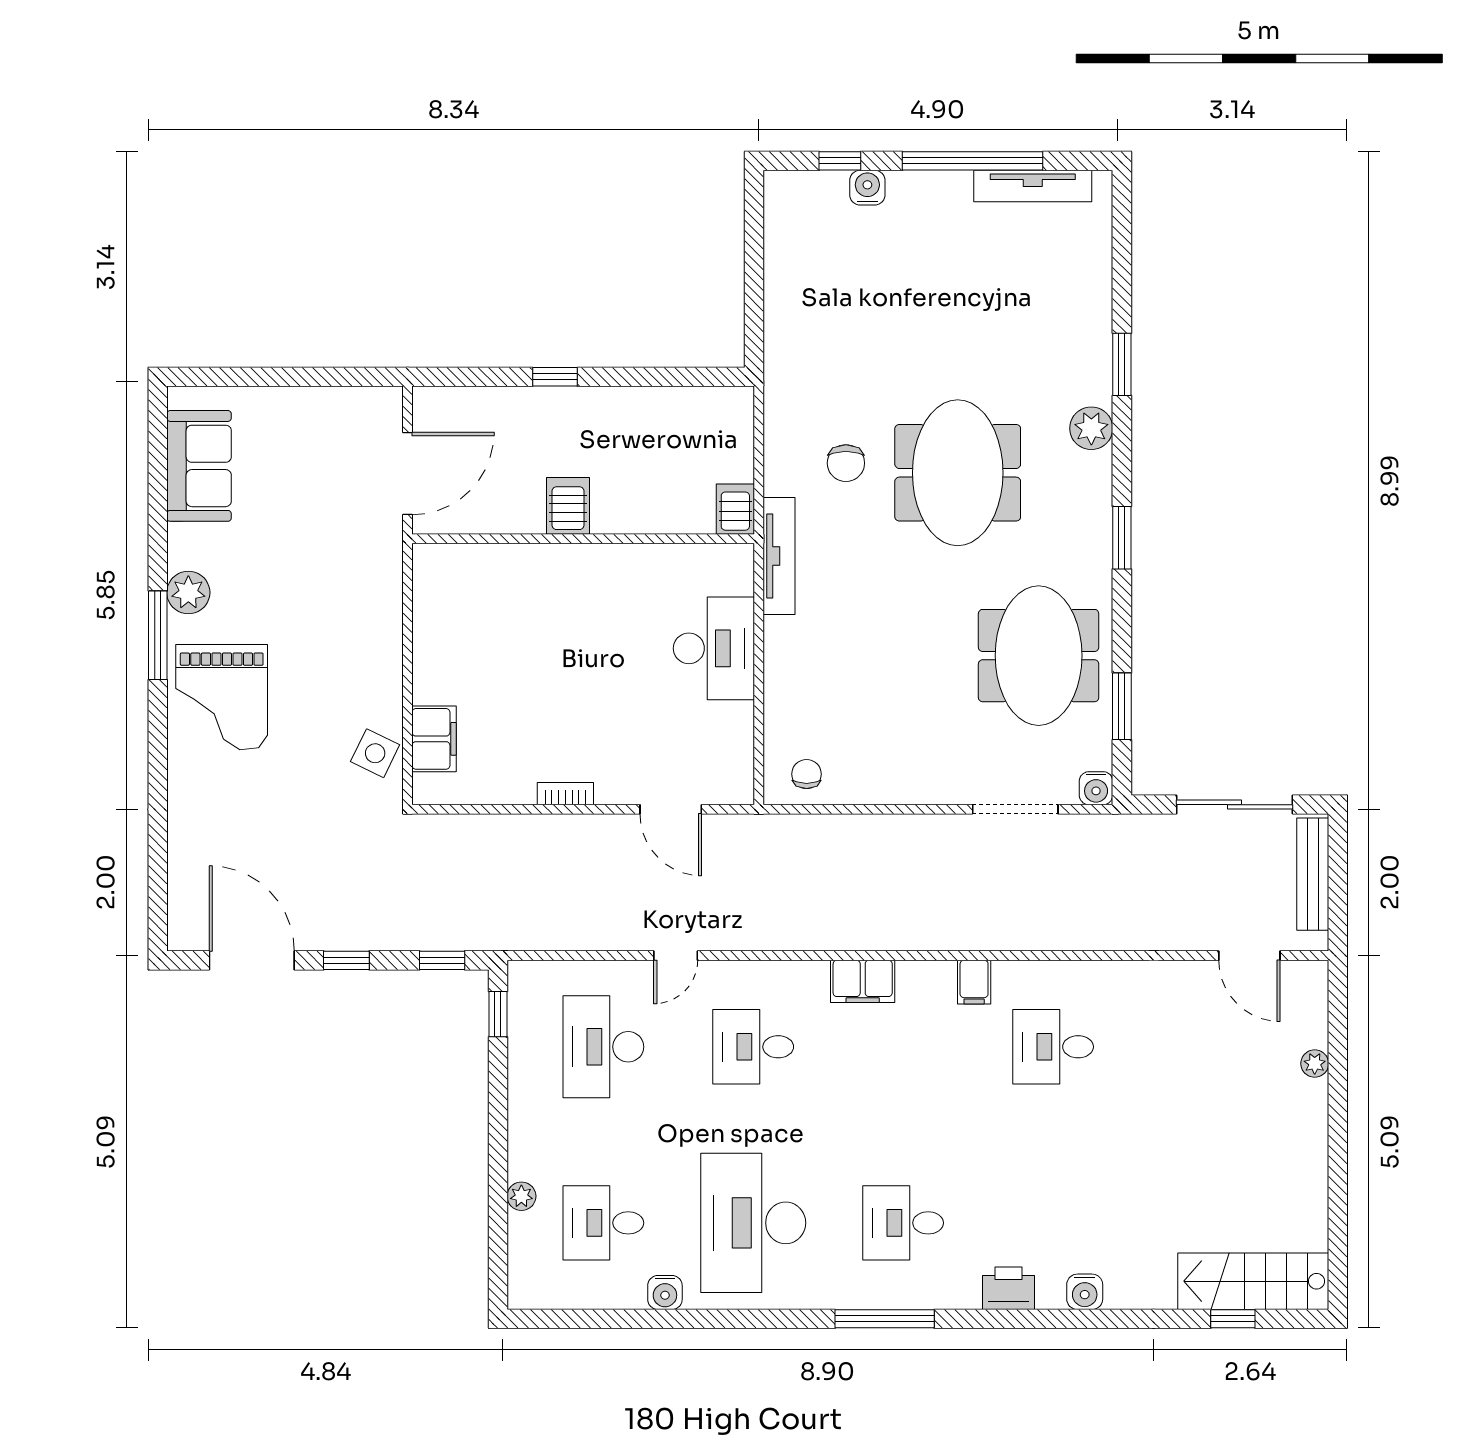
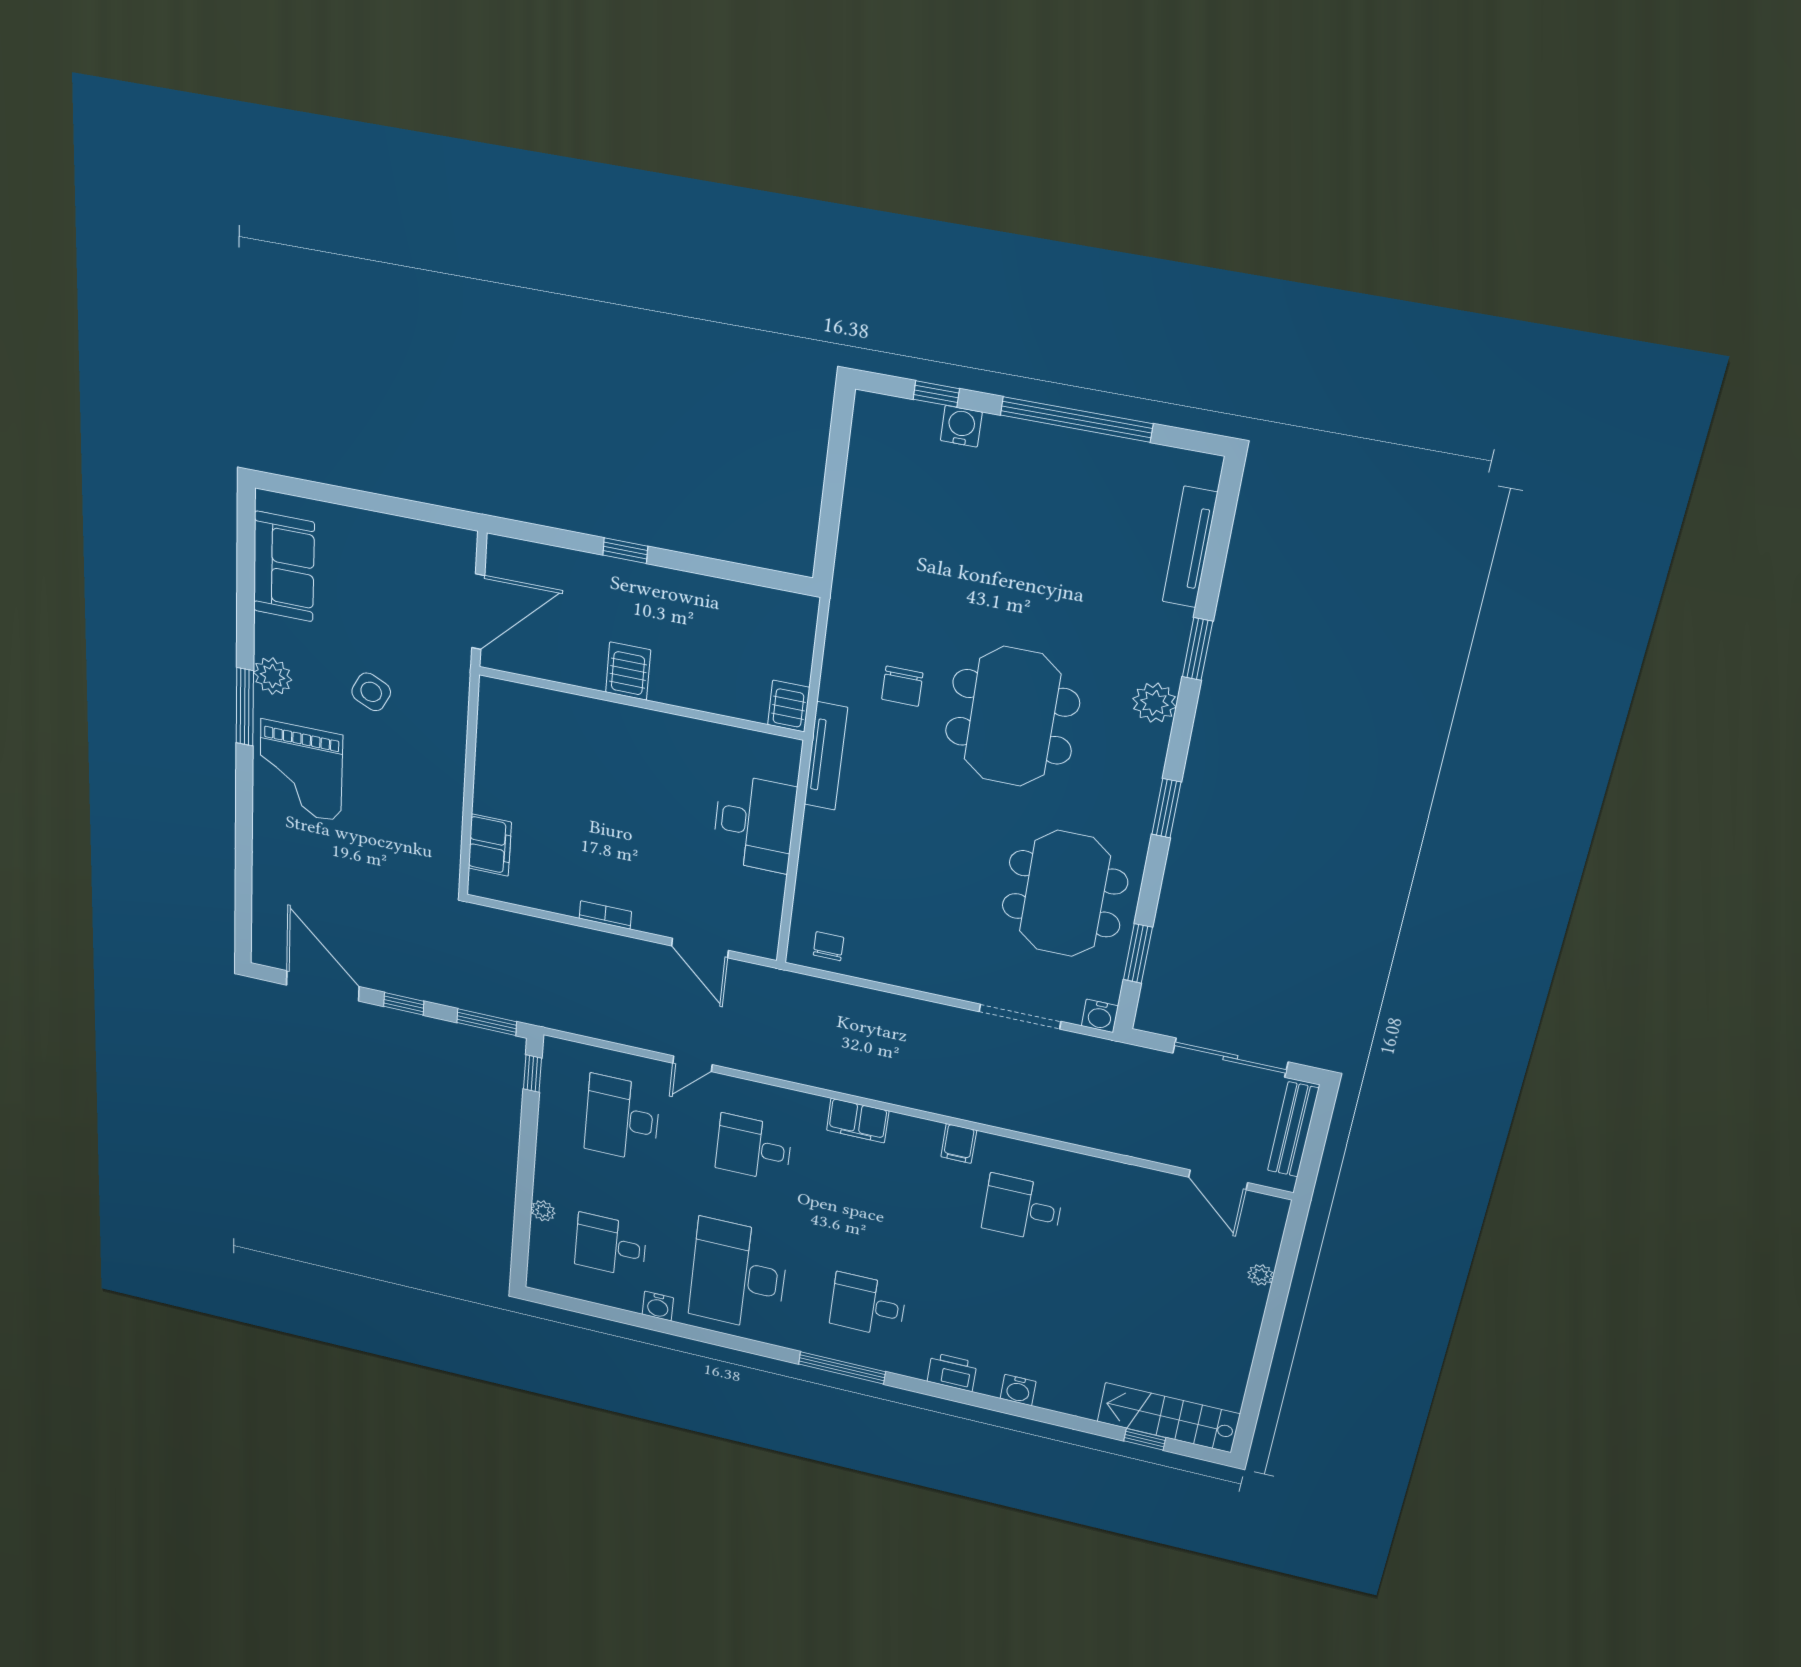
tv unit: (1033, 186) -> (1190, 547), moved, turned 90
side table: (375, 753) -> (371, 692), moved
window: (442, 960) -> (487, 1022), width x1.50

